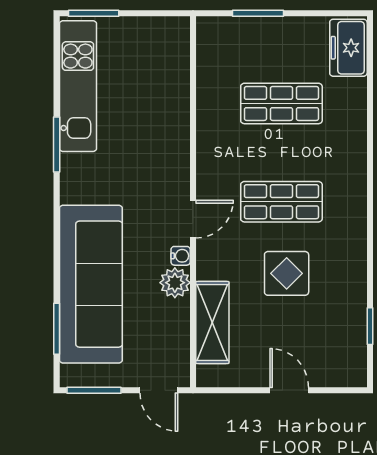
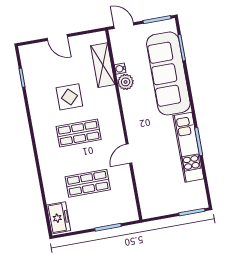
kitchen unit: (78, 86) -> (188, 147), moved
door: (193, 219) -> (129, 154), moved
water cooler: (181, 256) -> (120, 69), moved

